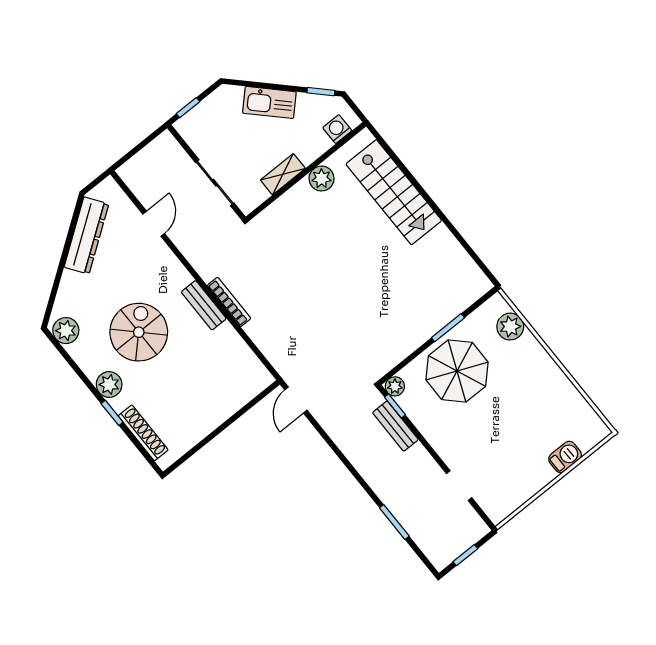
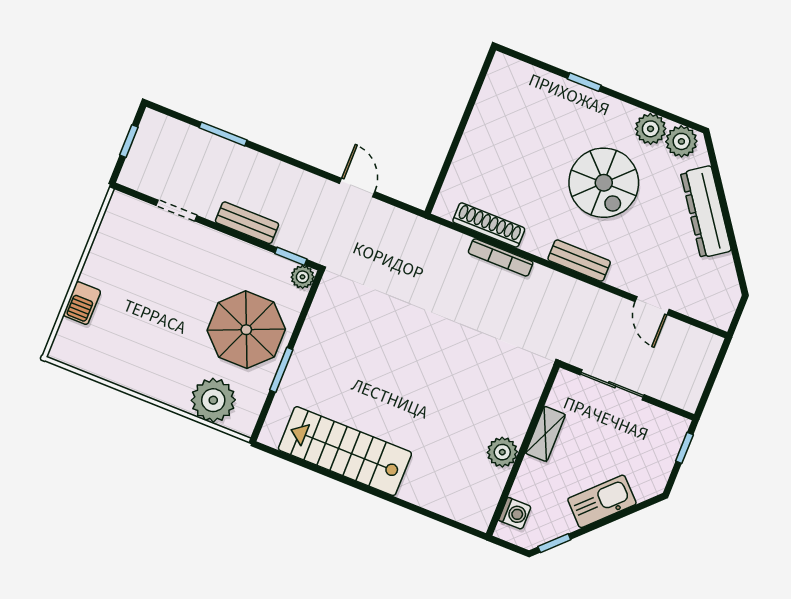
stairs: (394, 192) -> (345, 451), moved
dresser: (86, 235) -> (706, 212), moved
bookcase: (229, 302) -> (501, 257), moved
bench: (204, 305) -> (579, 261), moved
plant: (510, 327) -> (213, 400), width x1.36, depth x1.36
plant: (109, 385) -> (651, 129), moved
door: (296, 400) -> (357, 188), moved
bench: (395, 426) -> (247, 223), moved
shoe rack: (143, 433) -> (489, 225), moved, turned 180

